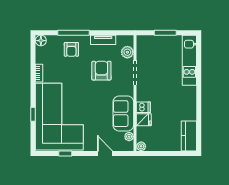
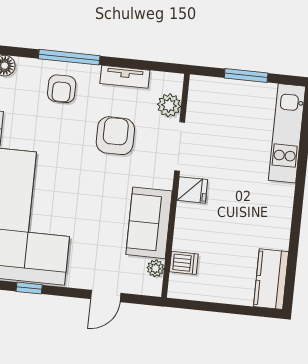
dishwasher: (143, 107) -> (184, 263), moved
fridge: (144, 120) -> (192, 190), moved
plant: (141, 146) -> (177, 290), removed
door: (105, 153) -> (106, 296), swing flipped

